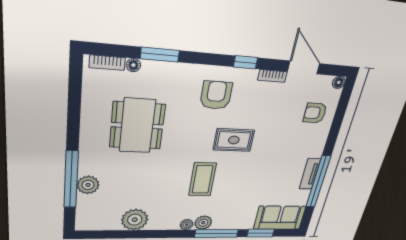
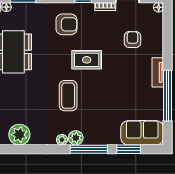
armchair: (216, 95) -> (66, 24), turned 90
armchair: (315, 113) -> (132, 39), moved, turned 90
tv unit: (310, 174) -> (158, 72), moved

